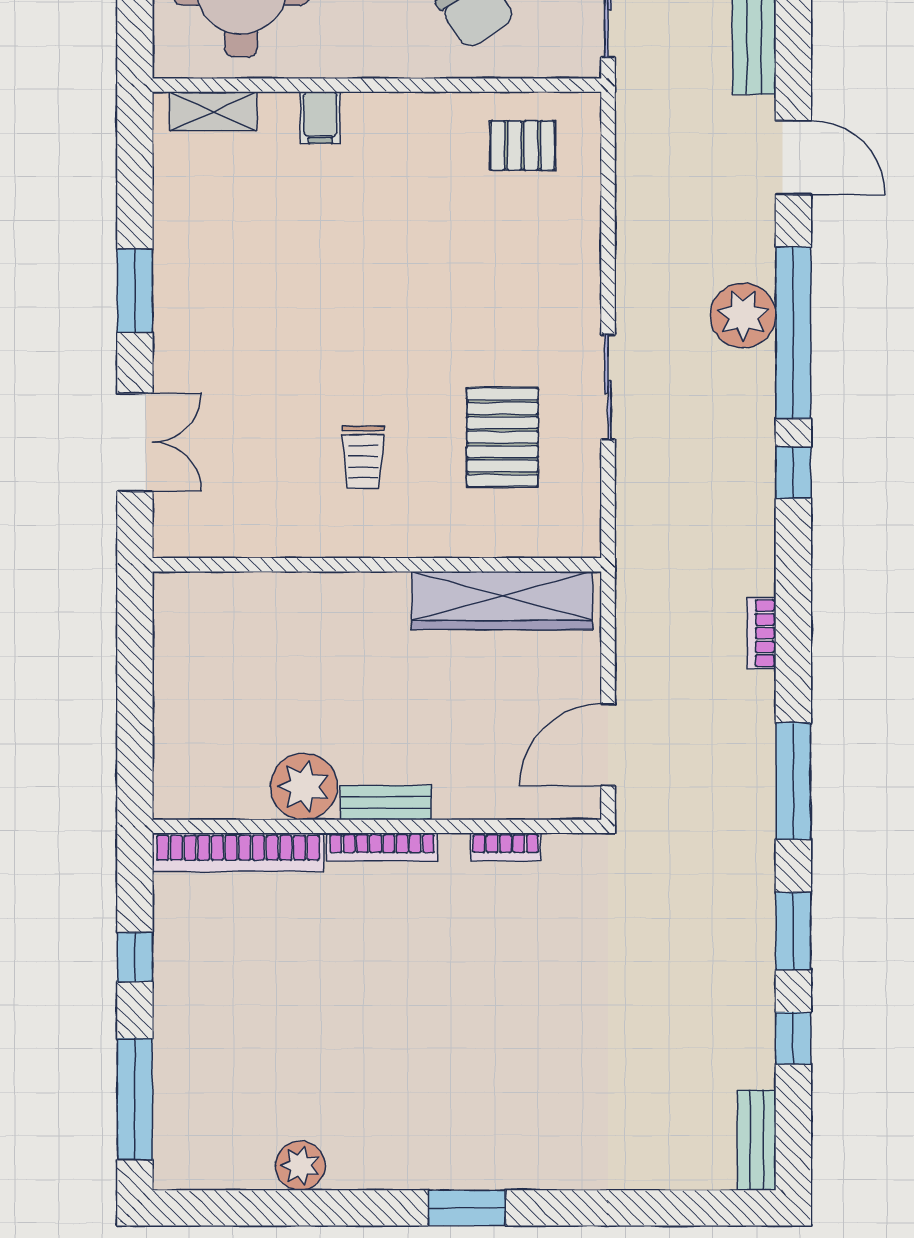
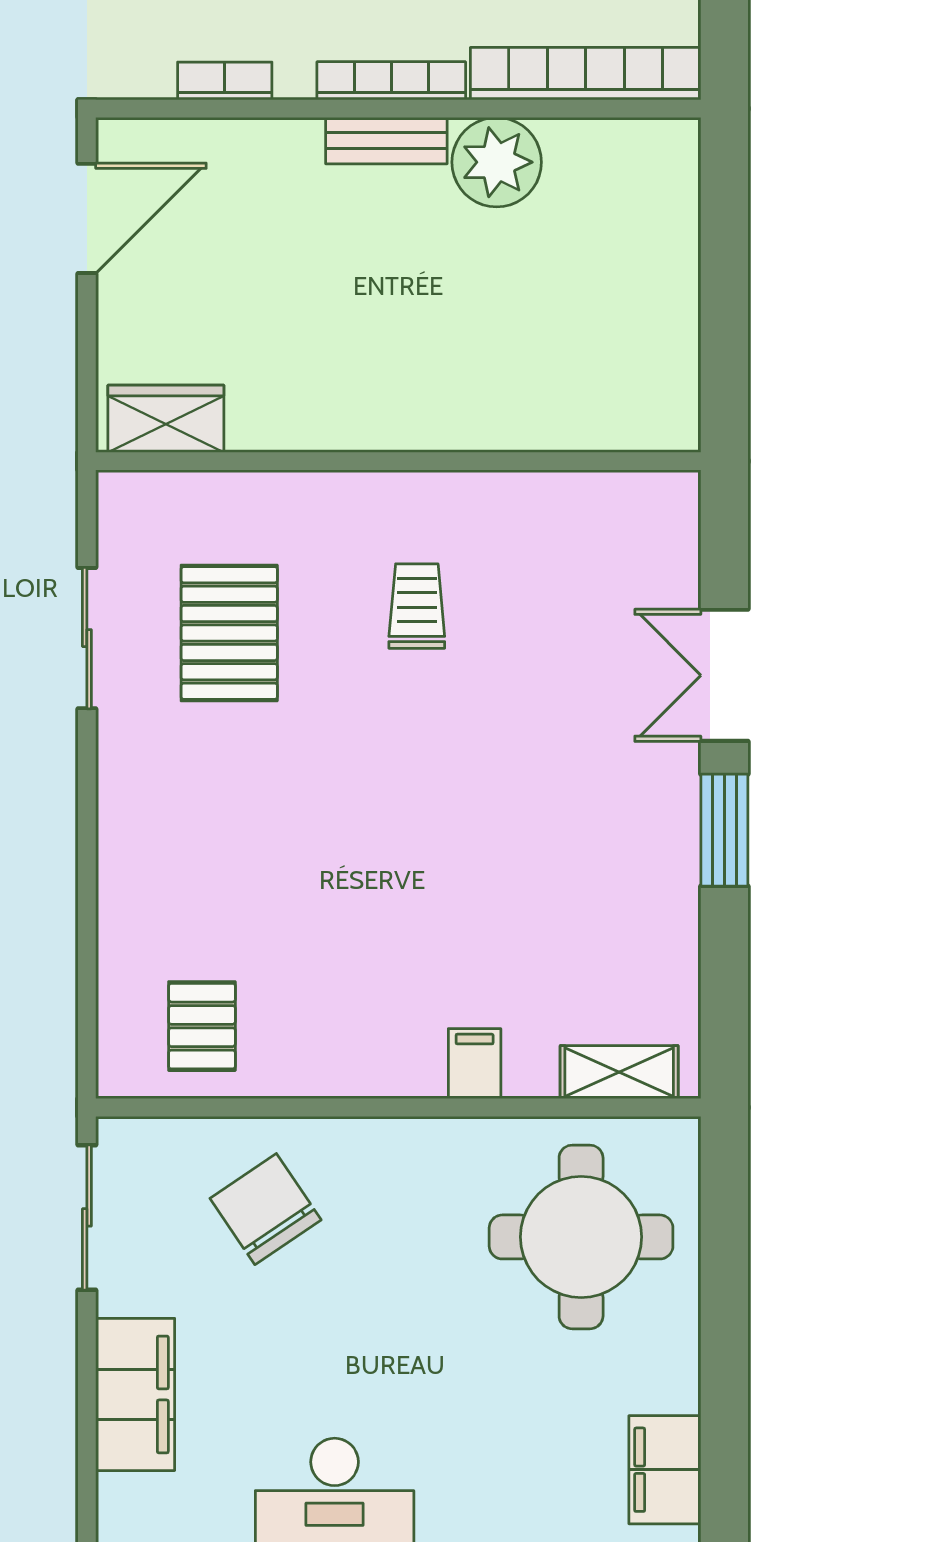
pallet: (523, 145) -> (202, 1026), turned 90
sliding door: (608, 387) -> (87, 638), moved
double door: (135, 442) -> (724, 675), moved
wardrobe: (502, 601) -> (166, 419), width x0.48, depth x0.85

